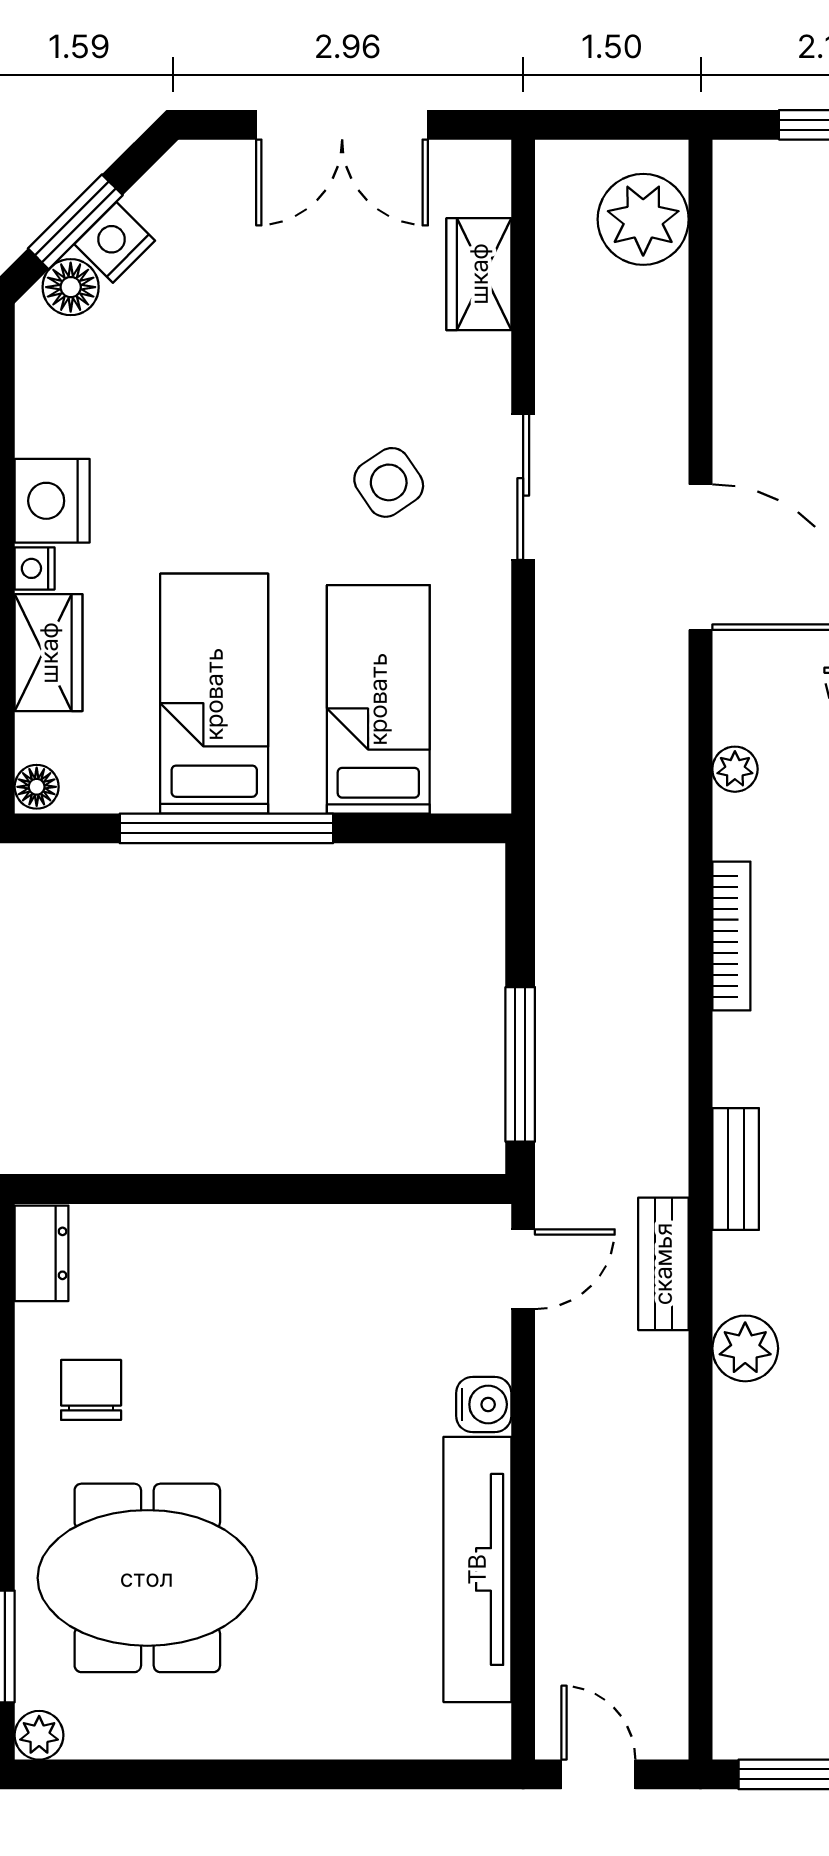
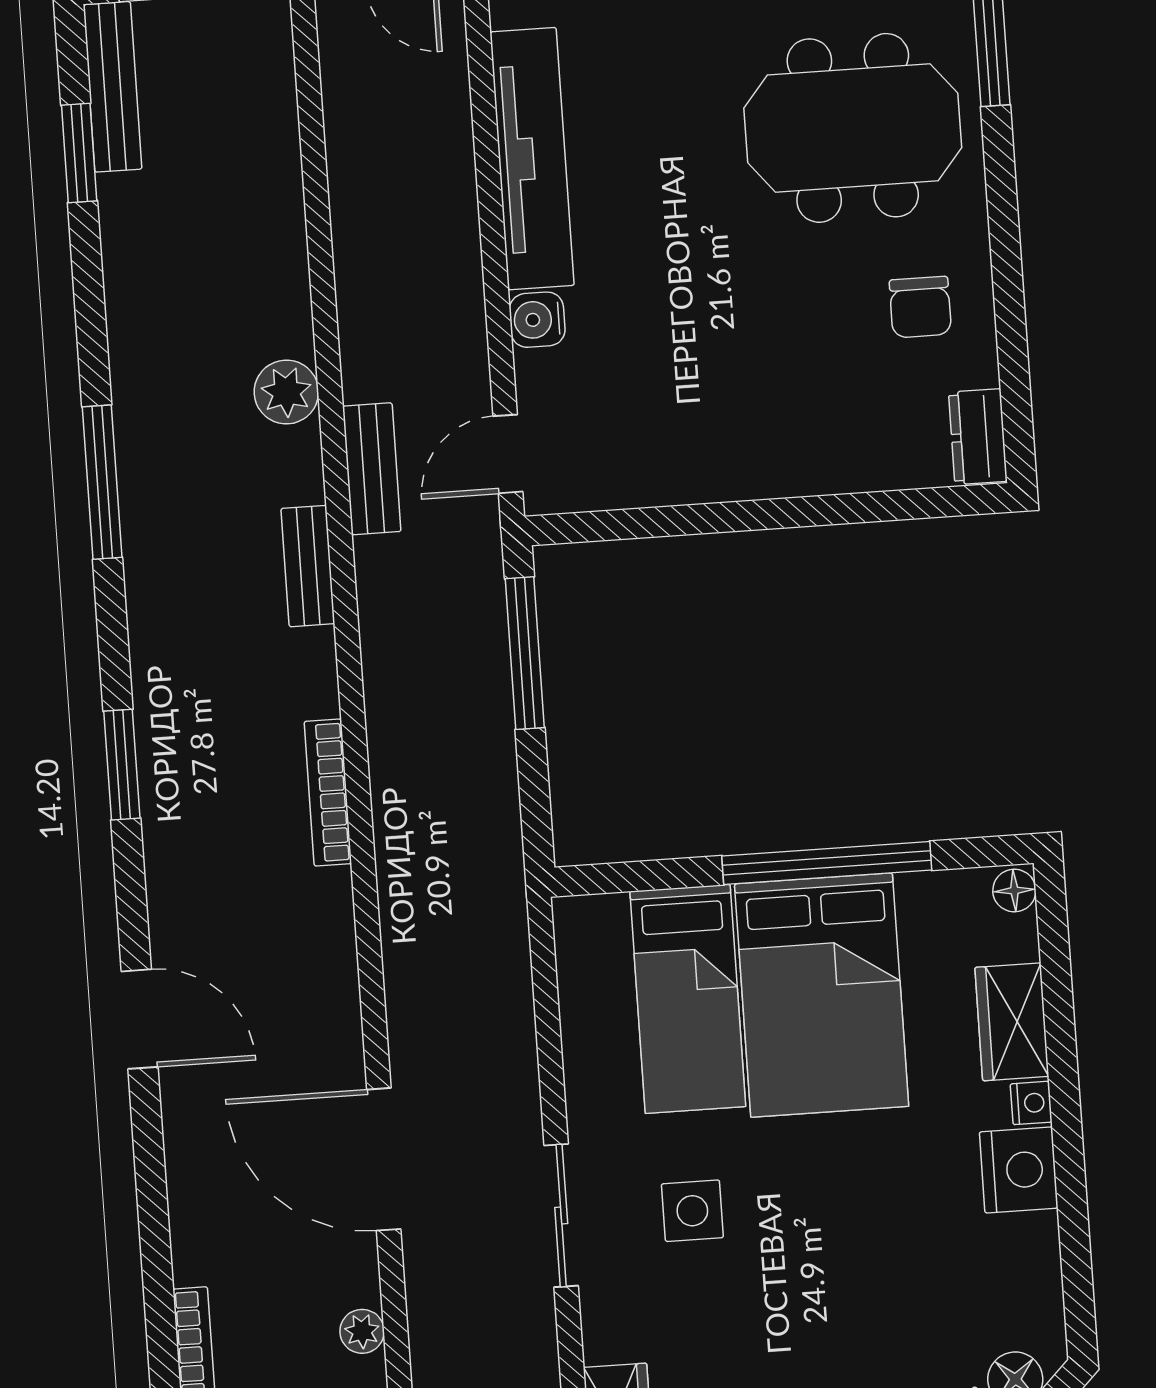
side table: (389, 482) -> (692, 1211), turned 34
bed: (214, 694) -> (822, 995), width x1.50
plant: (735, 769) -> (362, 1331), moved

